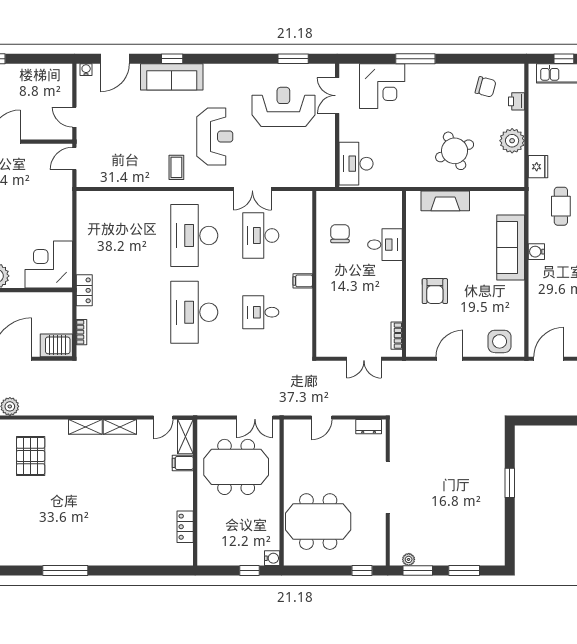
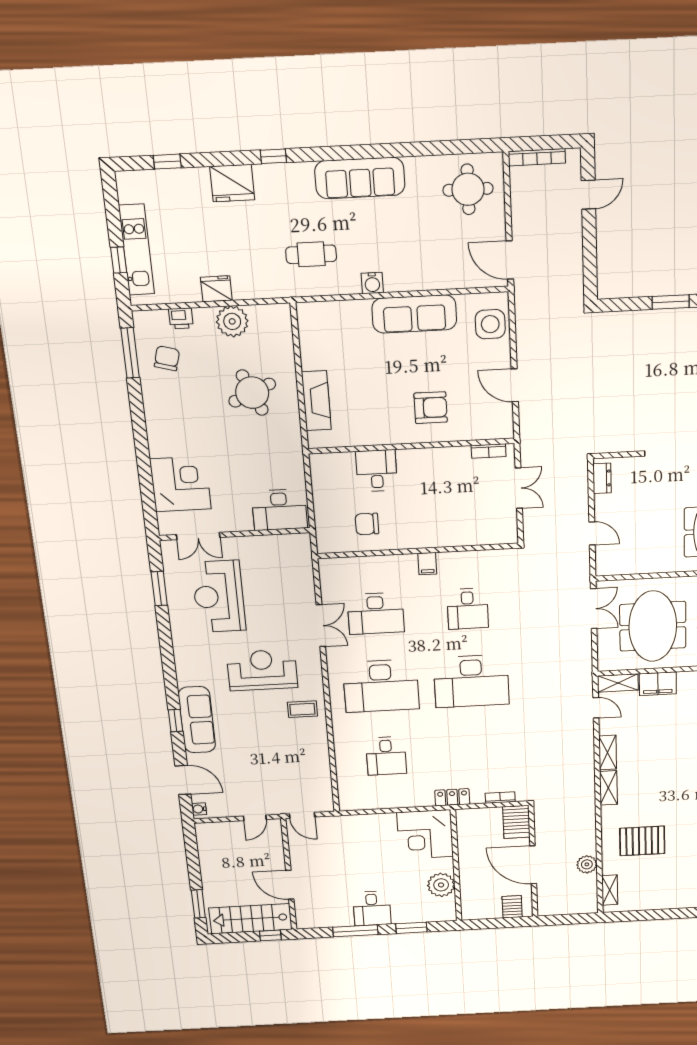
window: (415, 59) -> (130, 353), moved
fridge: (538, 167) -> (216, 289), moved
desk: (128, 236) -> (386, 756), added
sofa: (511, 247) -> (414, 314), moved
filing cabinet: (183, 463) -> (658, 684), width x2.00

